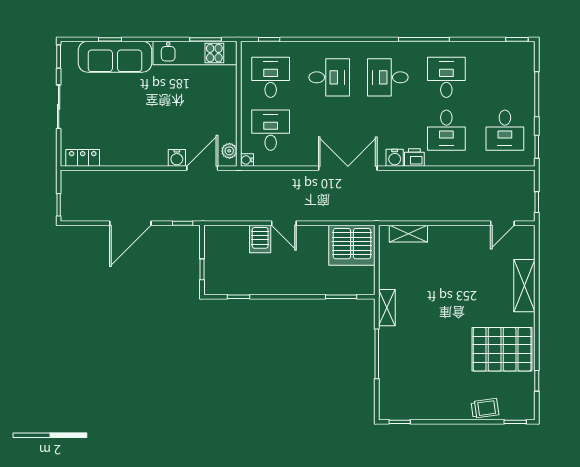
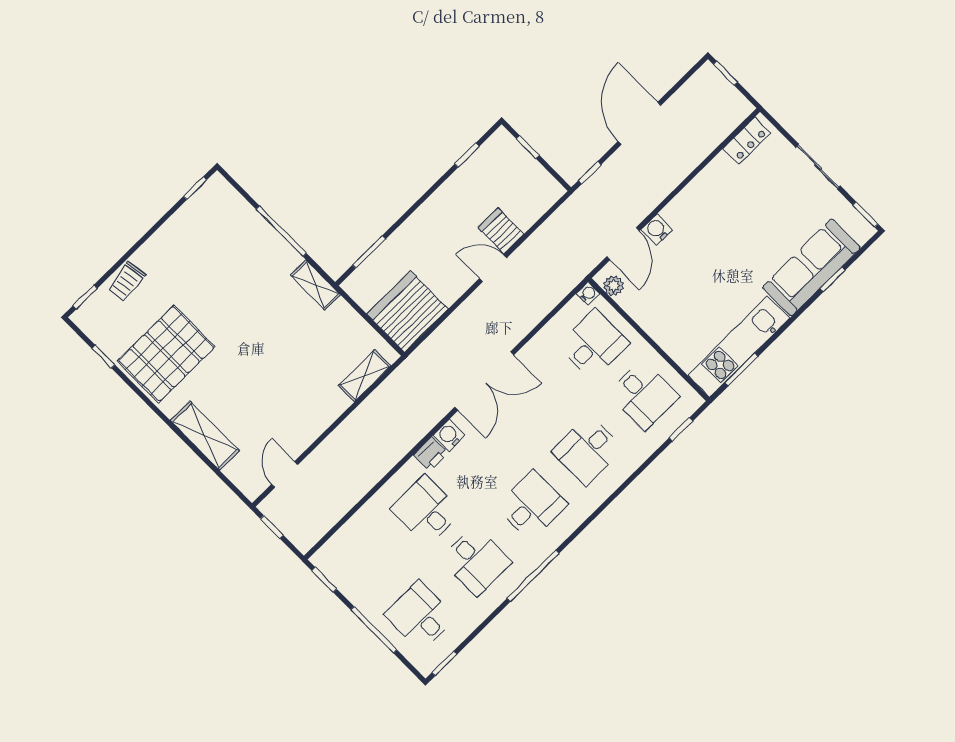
desk: (271, 130) -> (594, 344), turned -90
desk: (505, 130) -> (420, 616), moved

